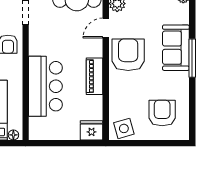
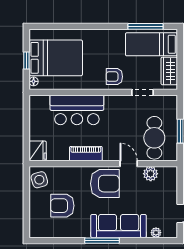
sofa: (176, 48) -> (119, 226), width x1.36
armchair: (162, 113) -> (62, 206), moved, turned 180

